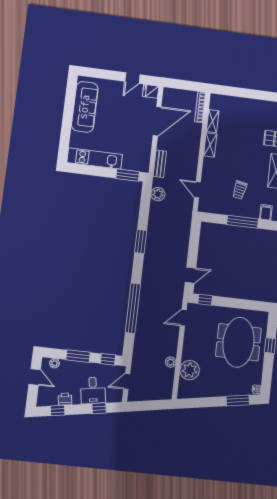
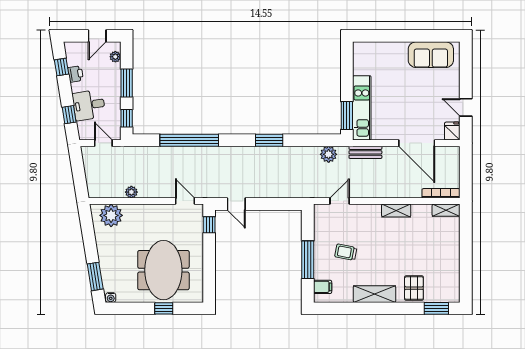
sofa: (85, 107) -> (431, 55), width x0.73
shelving: (213, 121) -> (446, 210), moved
kitchen unit: (95, 159) -> (362, 108), moved
meeting table: (238, 342) -> (163, 270), turned 90
plant: (190, 370) -> (111, 215), moved

